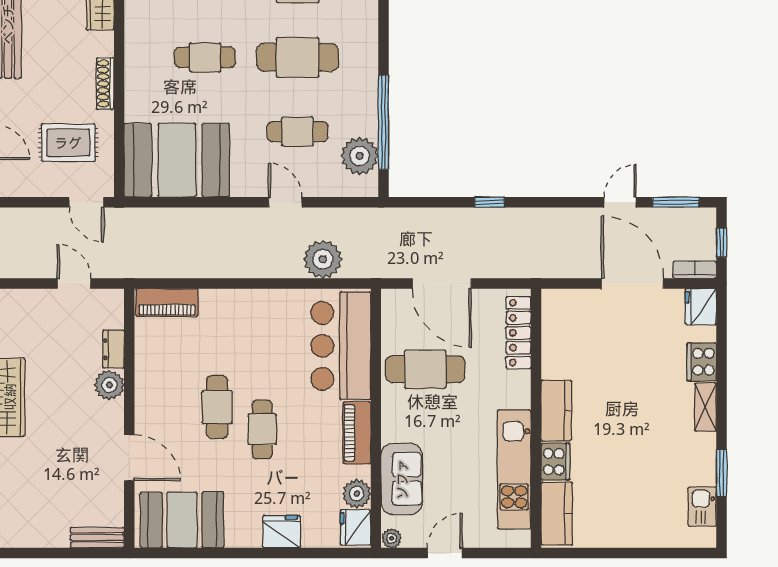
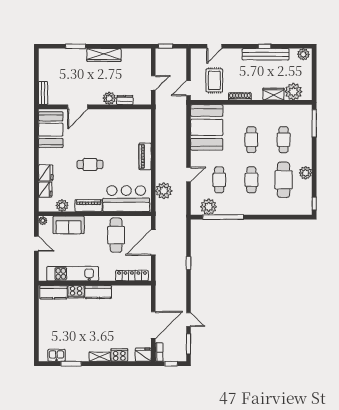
cafe table: (298, 57) -> (251, 180), width x0.73, depth x0.74
piano: (167, 302) -> (145, 156), moved
cafe table: (217, 407) -> (100, 145), removed
fridge: (356, 527) -> (45, 190), moved, turned 90

